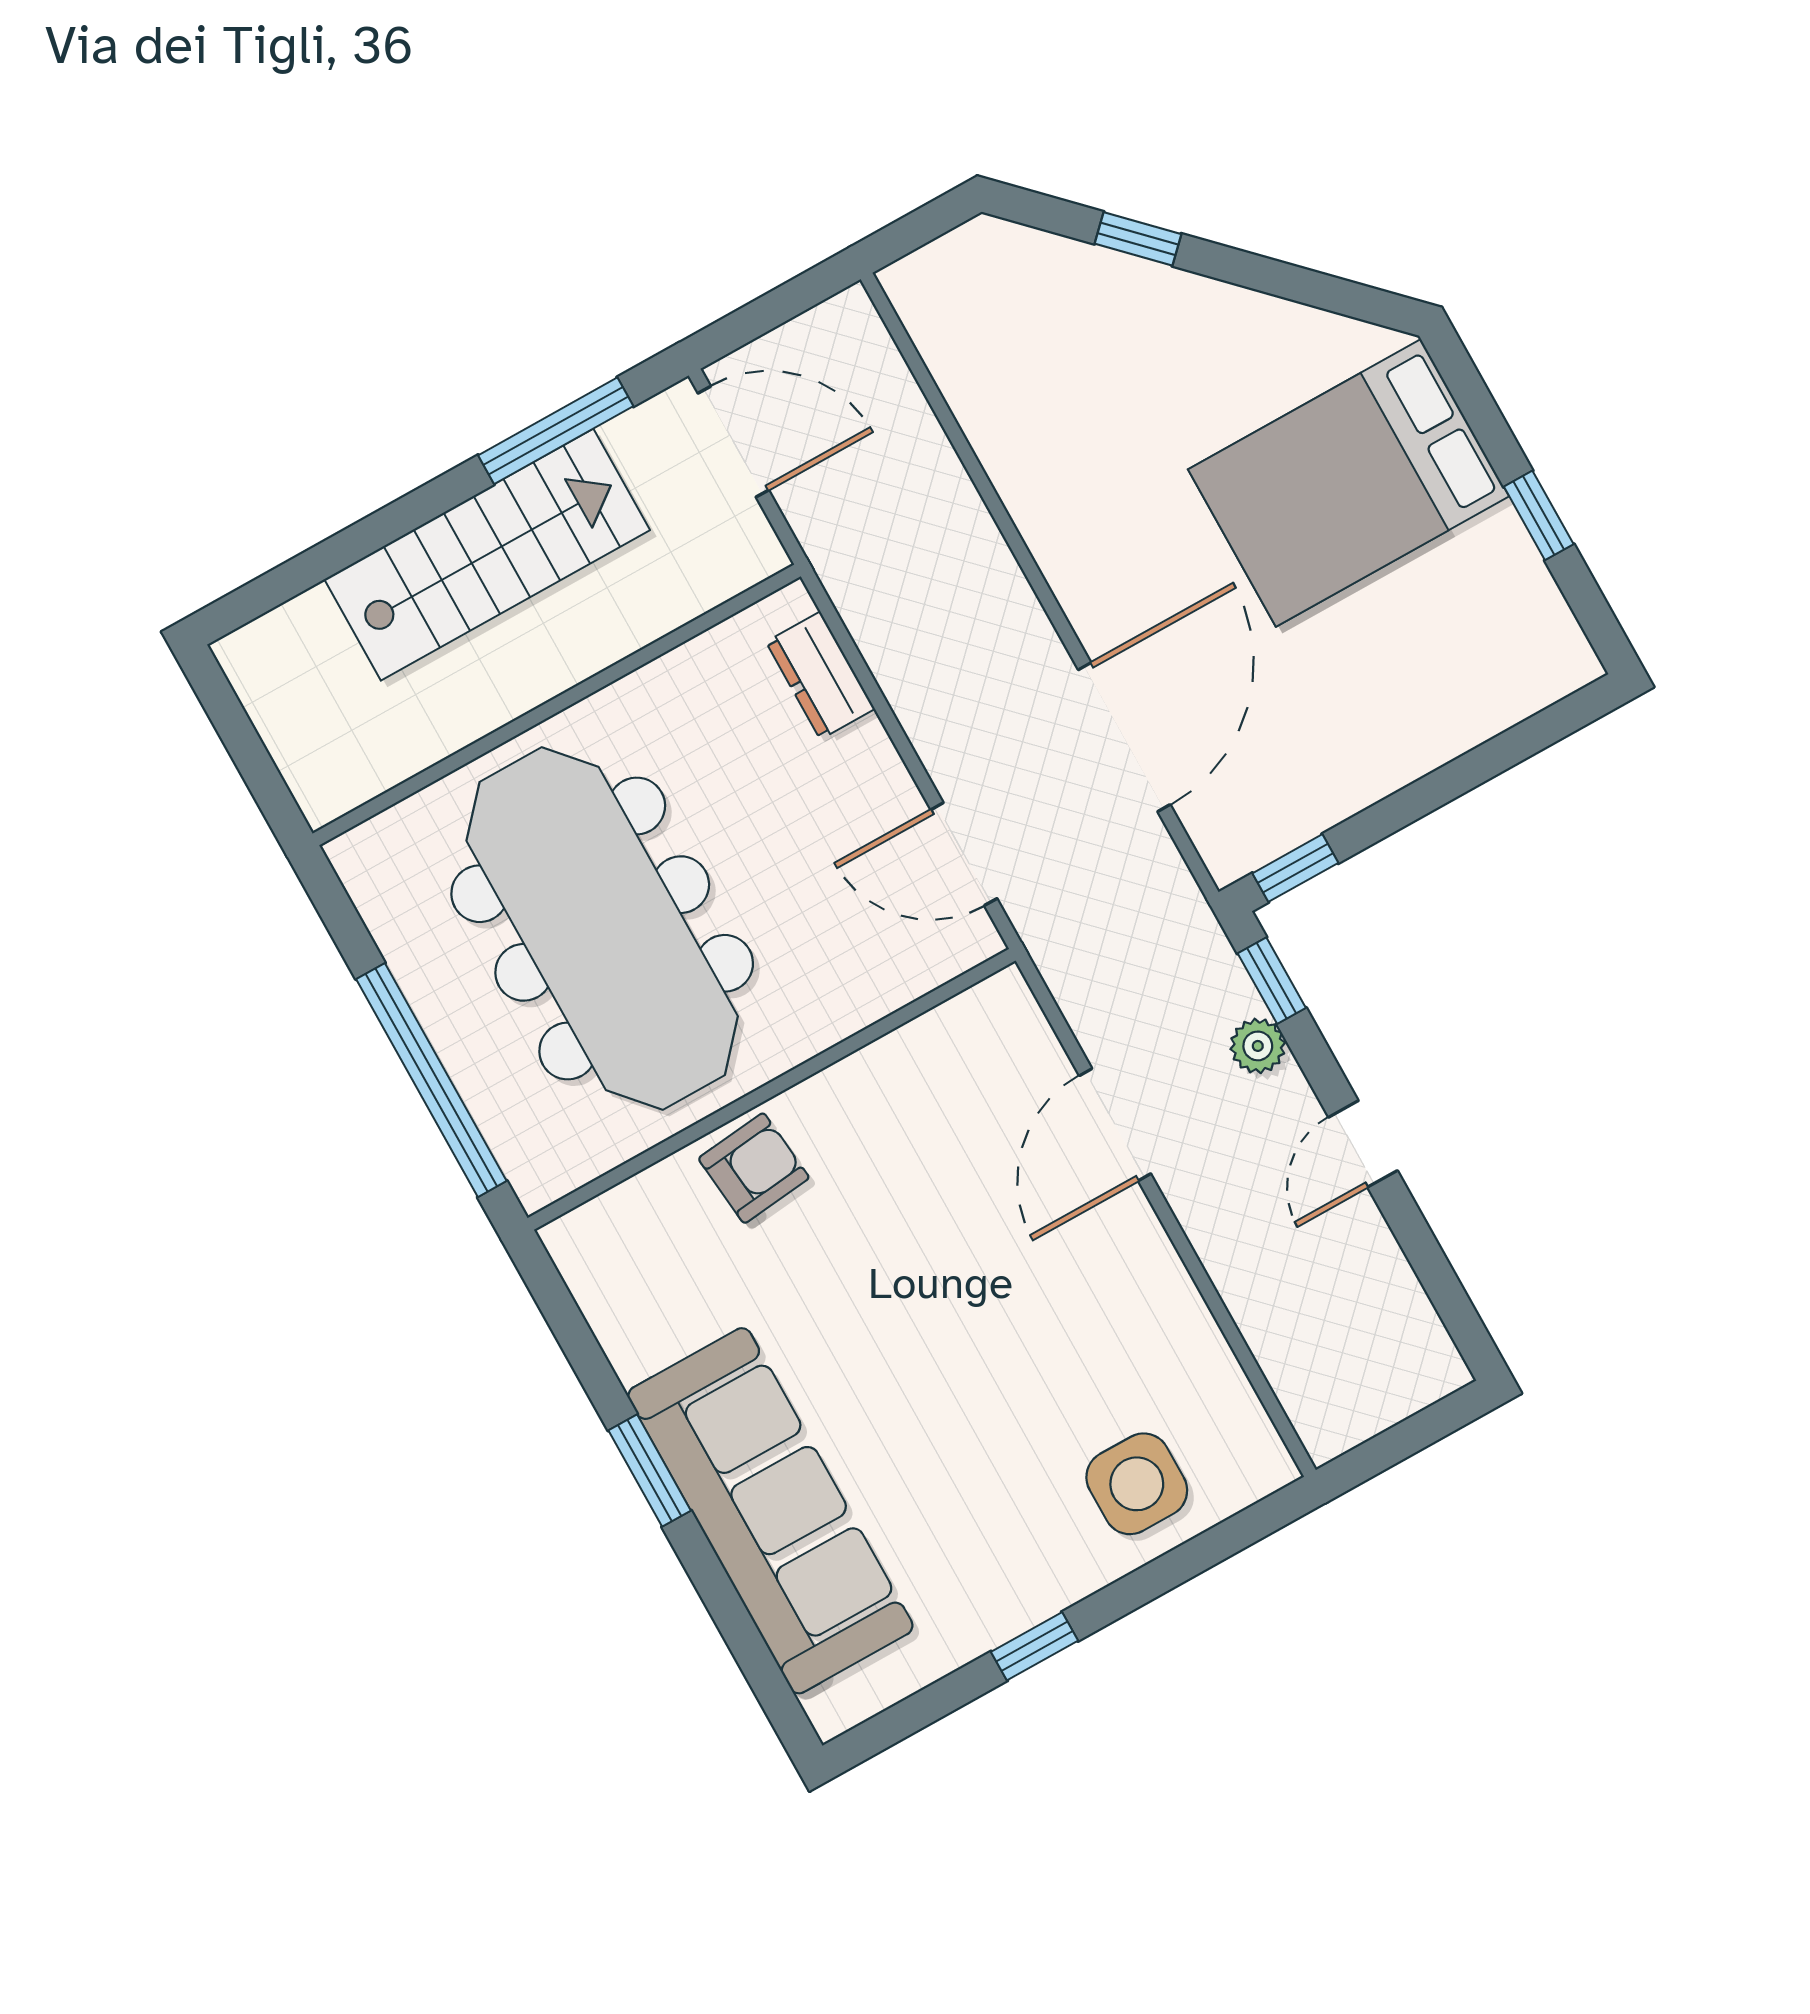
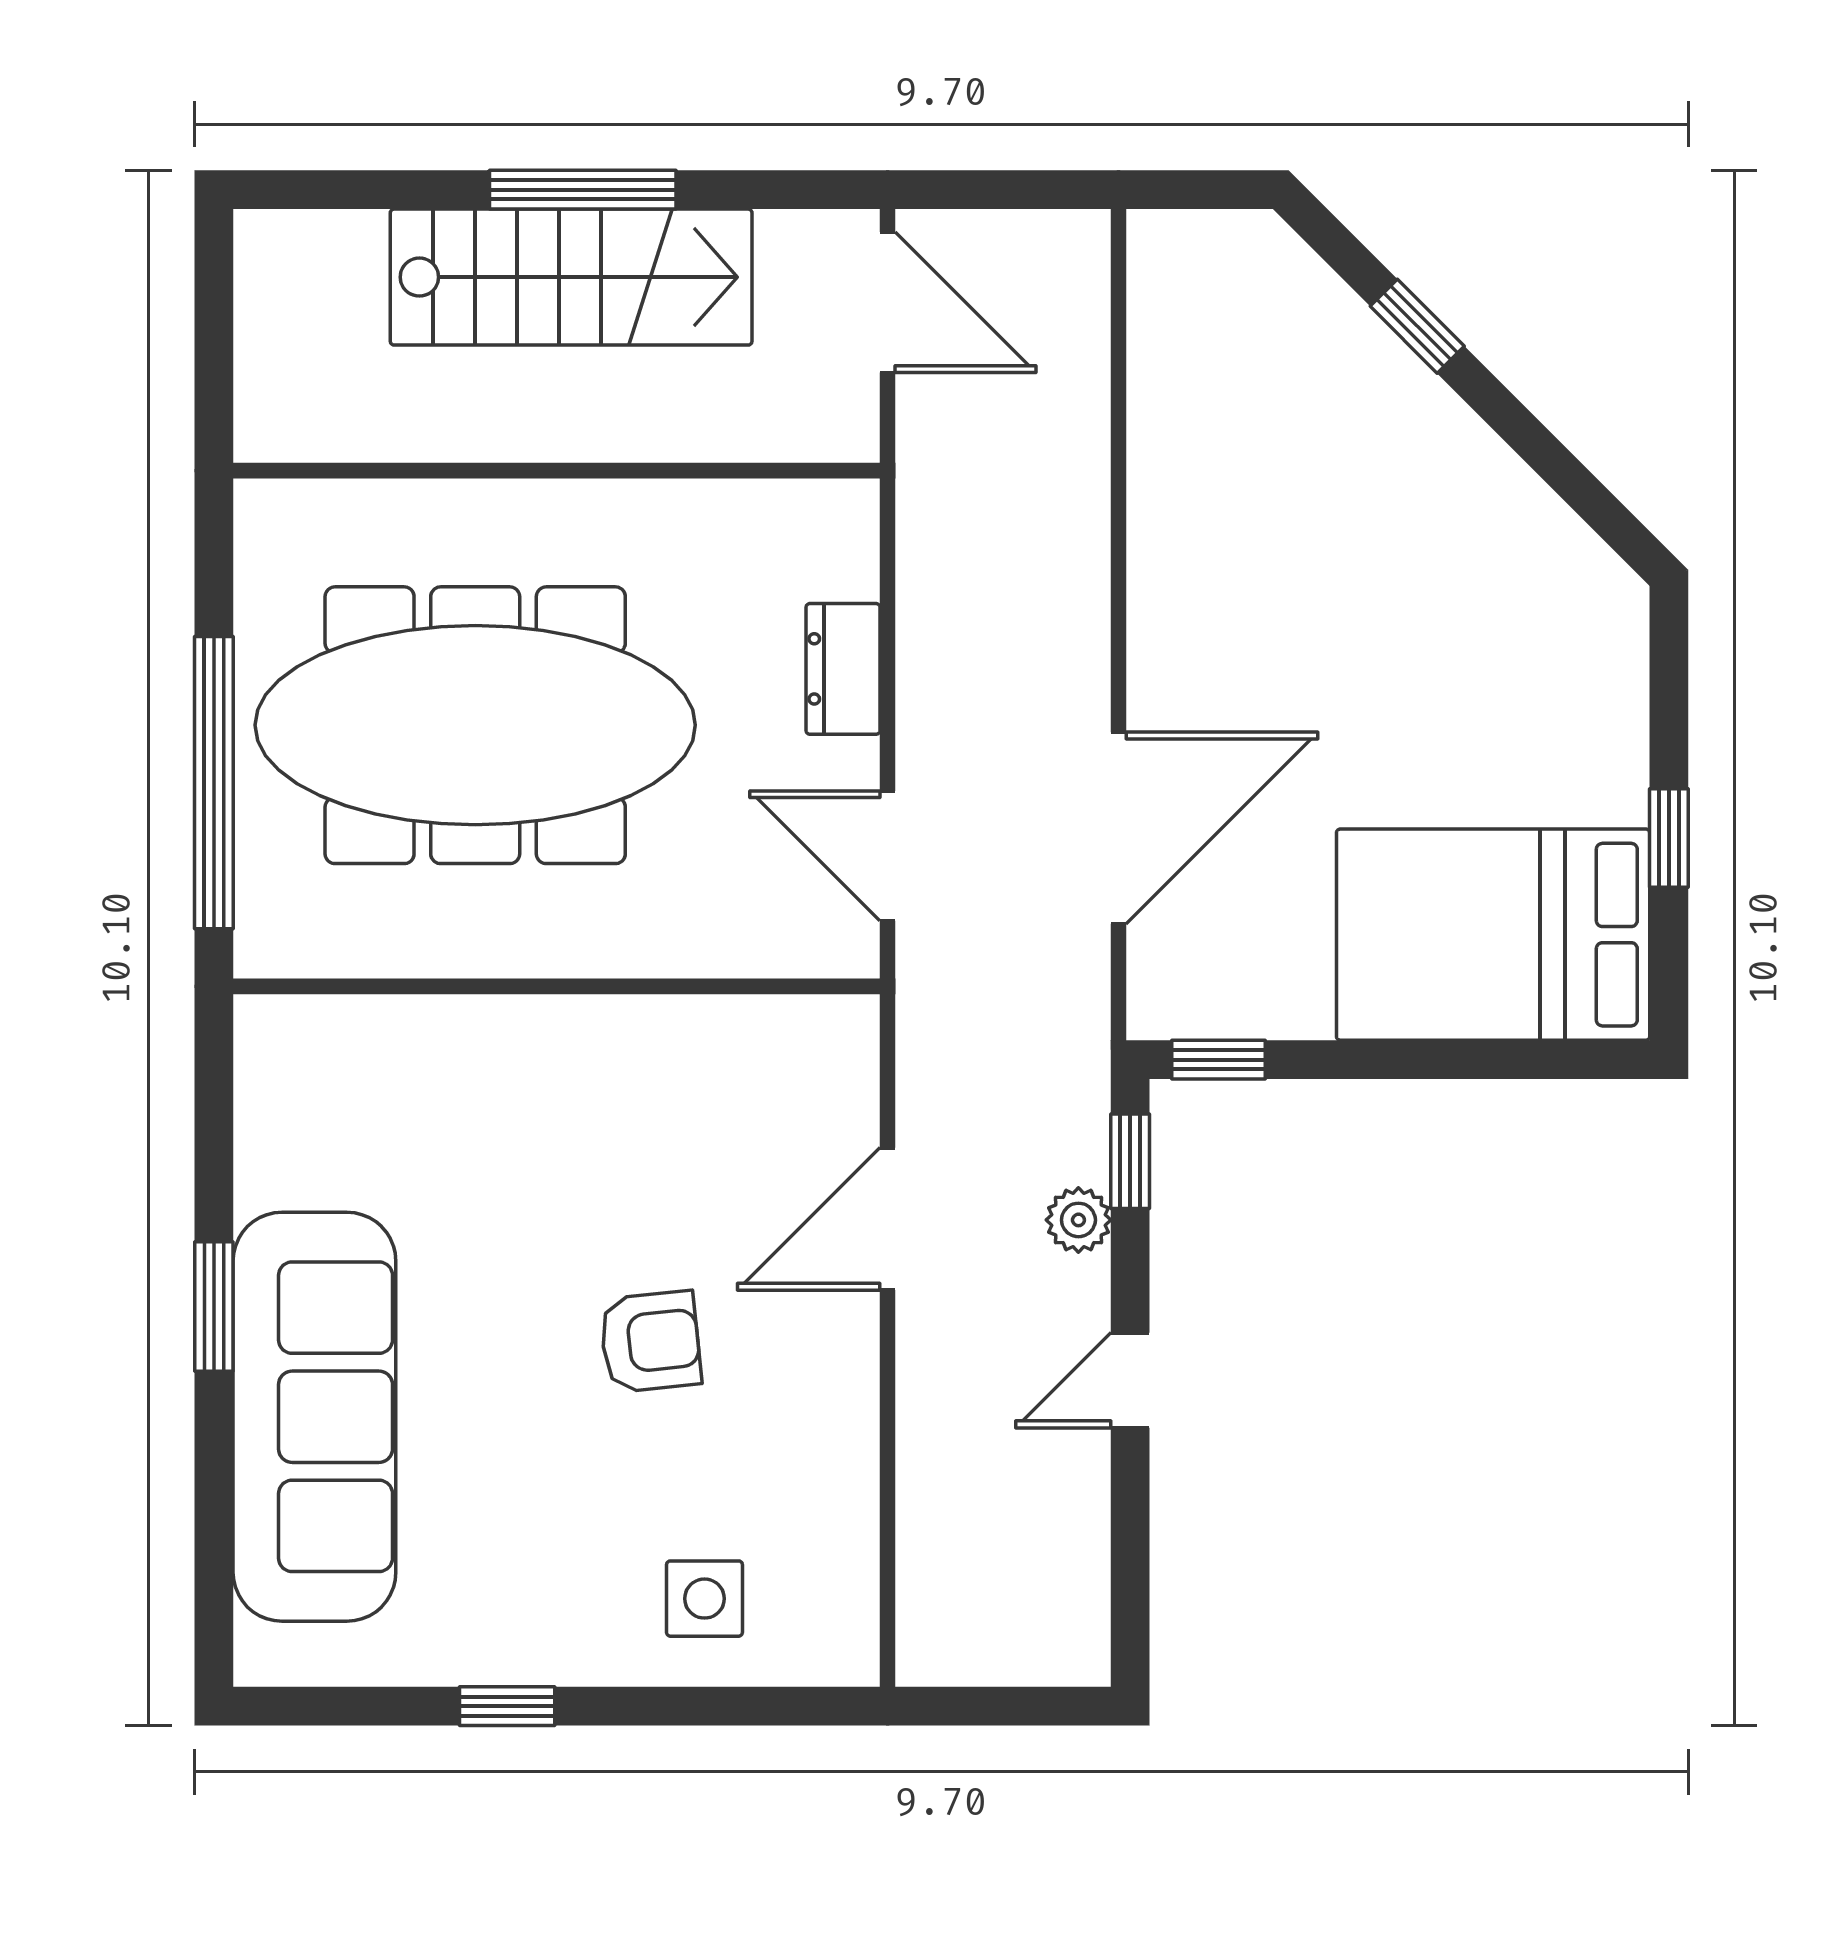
window: (556, 431) -> (583, 190), moved
bed: (1349, 483) -> (1493, 935), moved
dresser: (820, 675) -> (843, 669), moved
meeting table: (602, 929) -> (475, 725), turned 90
armchair: (754, 1168) -> (650, 1342), moved
side table: (1137, 1484) -> (704, 1599), width x0.73, depth x0.73

